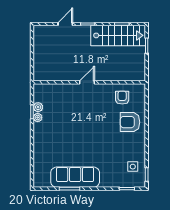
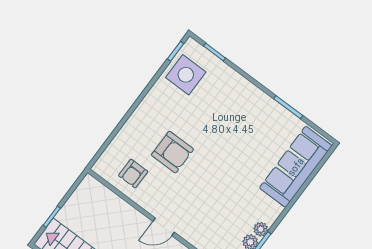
armchair: (130, 122) -> (172, 152), moved
side table: (133, 167) -> (186, 75), width x1.87, depth x1.87
sofa: (75, 177) -> (296, 167), moved, turned 90

